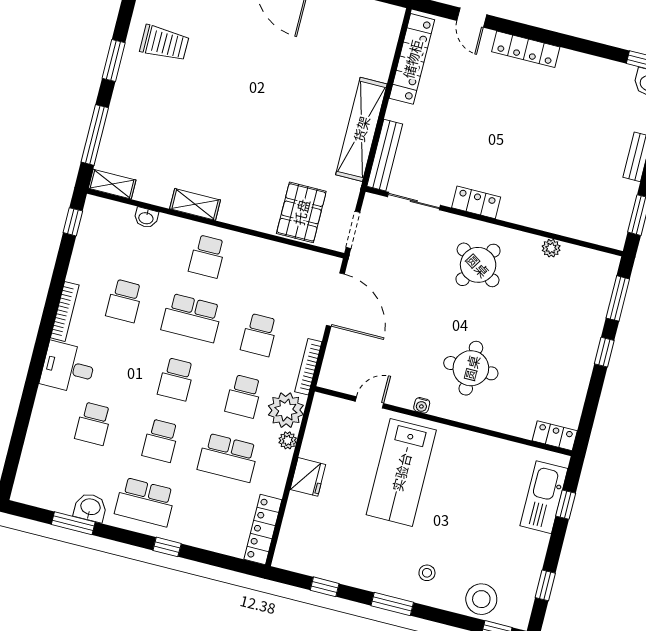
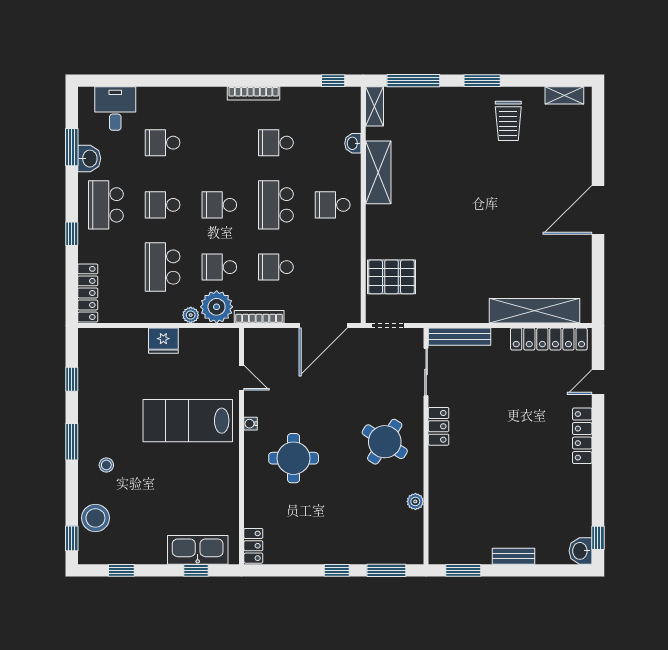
shelving: (361, 129) -> (535, 311), moved
shelving: (195, 204) -> (378, 172), width x1.50, depth x1.33
desk: (68, 368) -> (115, 109), moved
locker: (263, 530) -> (88, 293), moved, turned 90

